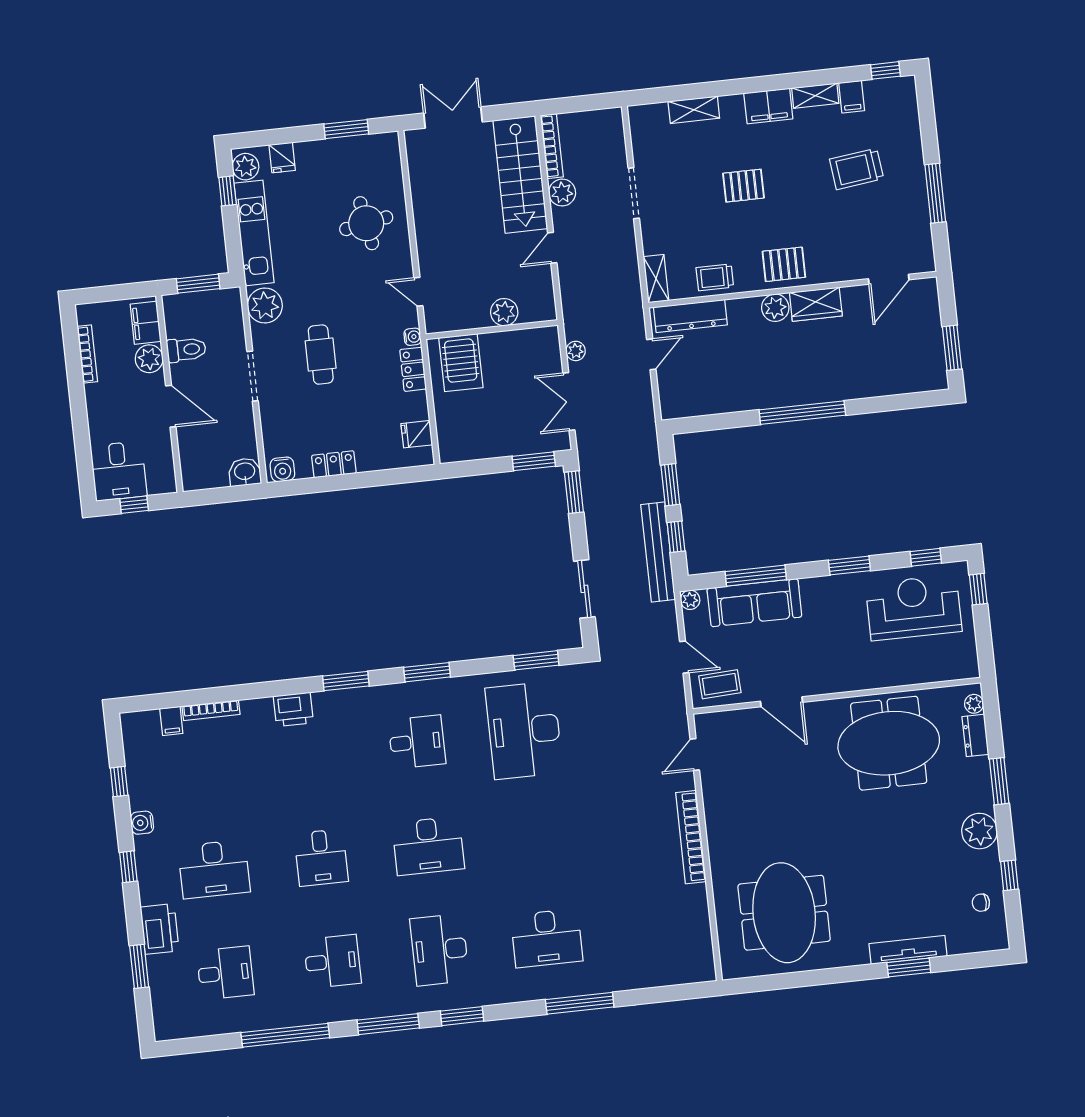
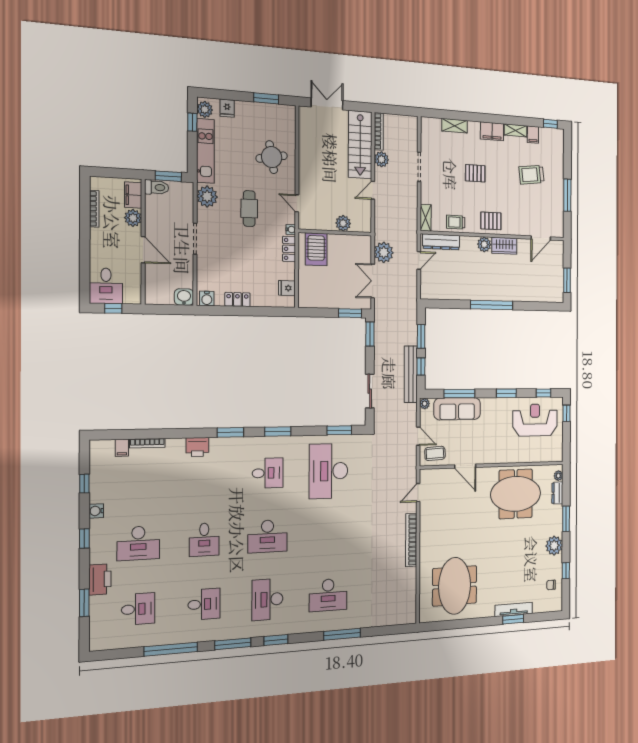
toilet: (186, 350) -> (157, 187), moved
plant: (576, 351) -> (384, 252), width x1.88, depth x1.88
cafe table: (321, 355) -> (249, 209), moved

